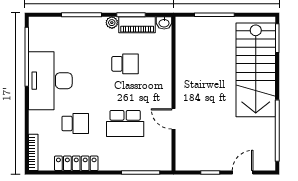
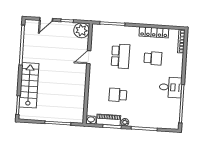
stairs: (256, 70) -> (29, 85), width x0.73, depth x0.66
desk: (50, 81) -> (171, 87), width x0.53, depth x0.77
door: (174, 119) -> (89, 57), swing flipped
school desk: (75, 123) -> (153, 58), turned 180
school desk: (125, 123) -> (120, 56), turned 90
plant: (187, 159) -> (81, 30), added

